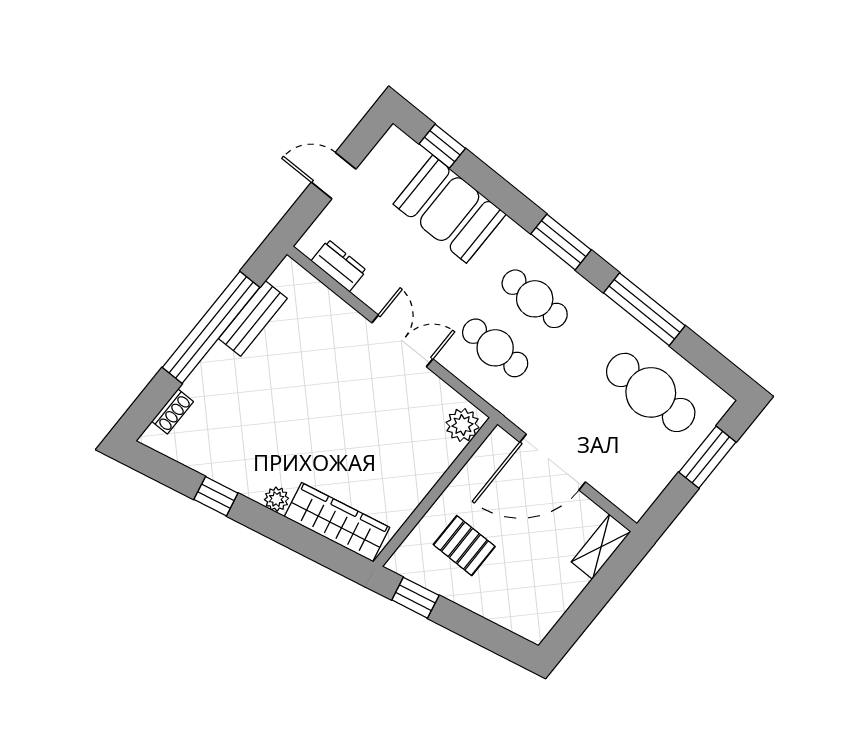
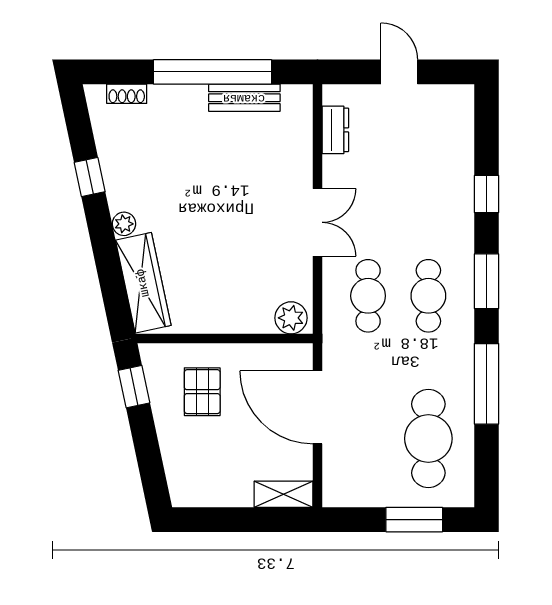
window: (442, 146) -> (487, 194), moved
booth: (450, 209) -> (444, 178), removed

